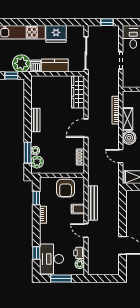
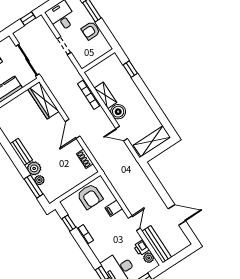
plant: (37, 162) -> (34, 168), moved
bench: (92, 203) -> (157, 244), moved
door: (86, 231) -> (134, 223), swing flipped

